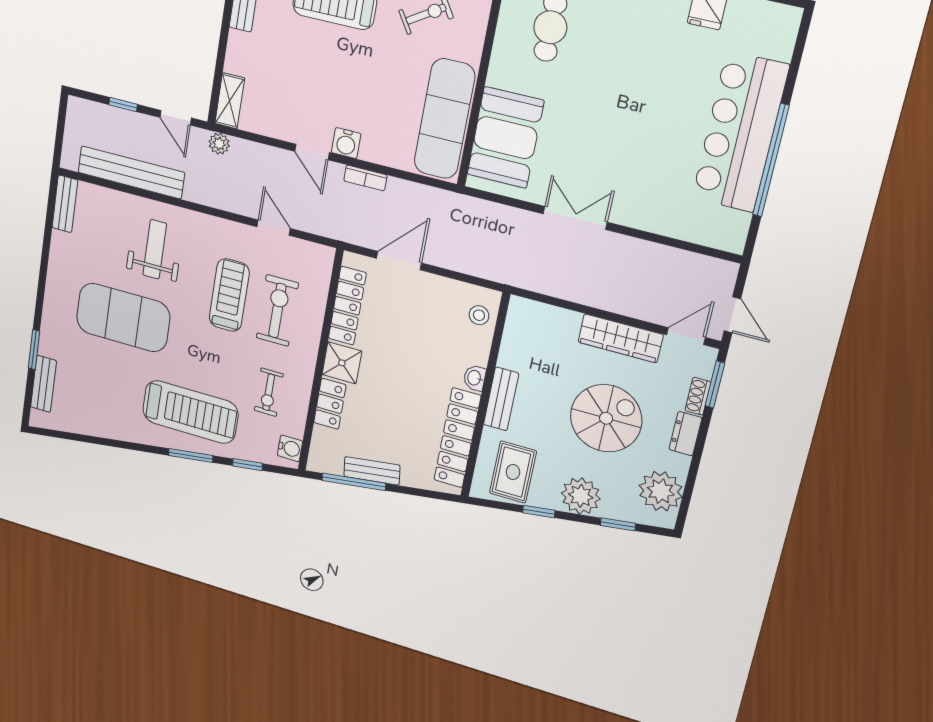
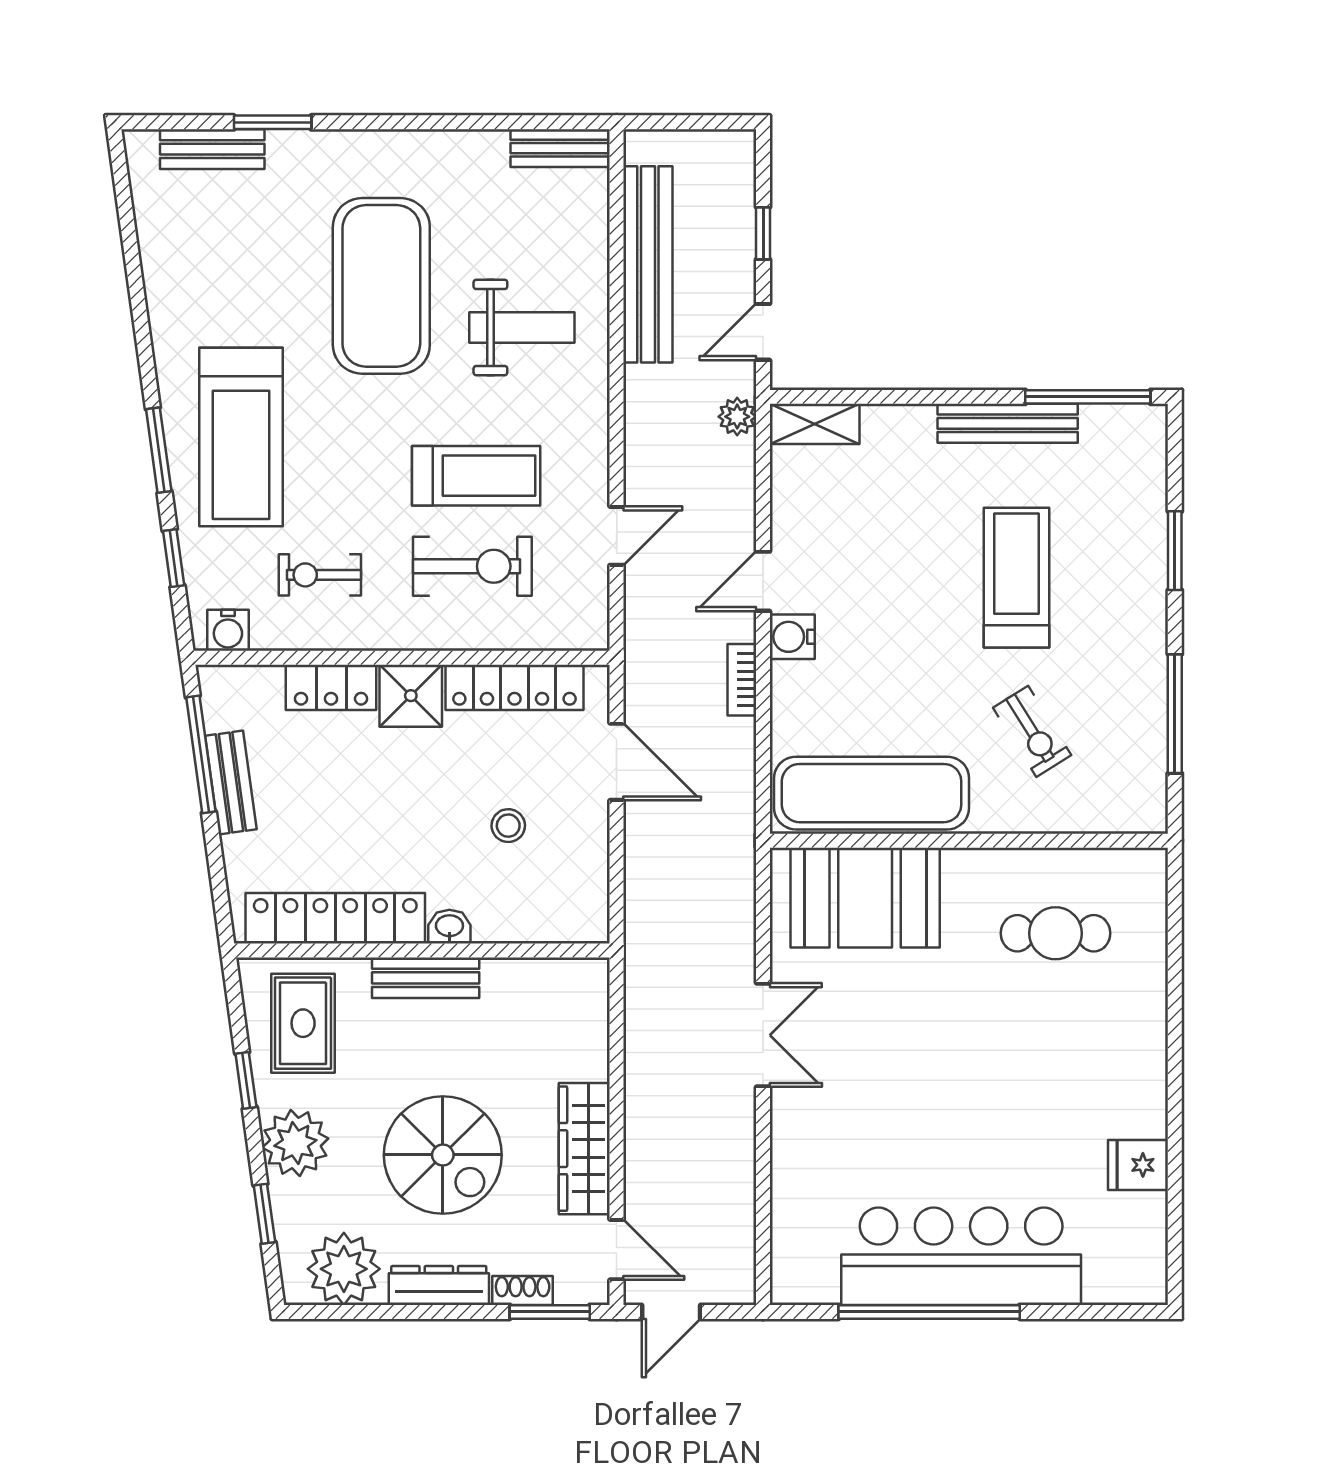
stool: (479, 315) -> (508, 826), moved
dresser: (685, 434) -> (439, 1286), width x1.44
rug: (513, 472) -> (303, 1023), turned 90

